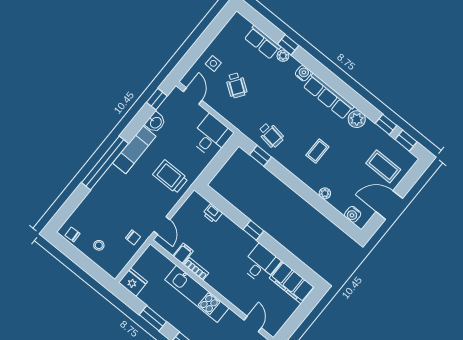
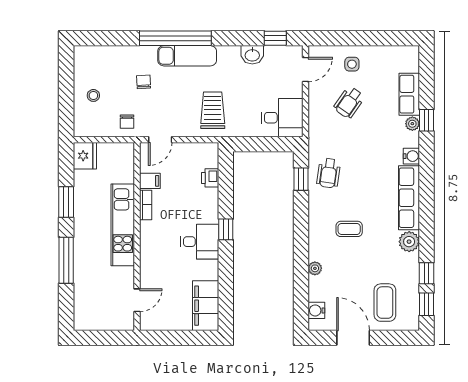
exam couch: (134, 150) -> (187, 56), moved
chair: (73, 234) -> (144, 82), moved
desk: (261, 264) -> (200, 242), moved

